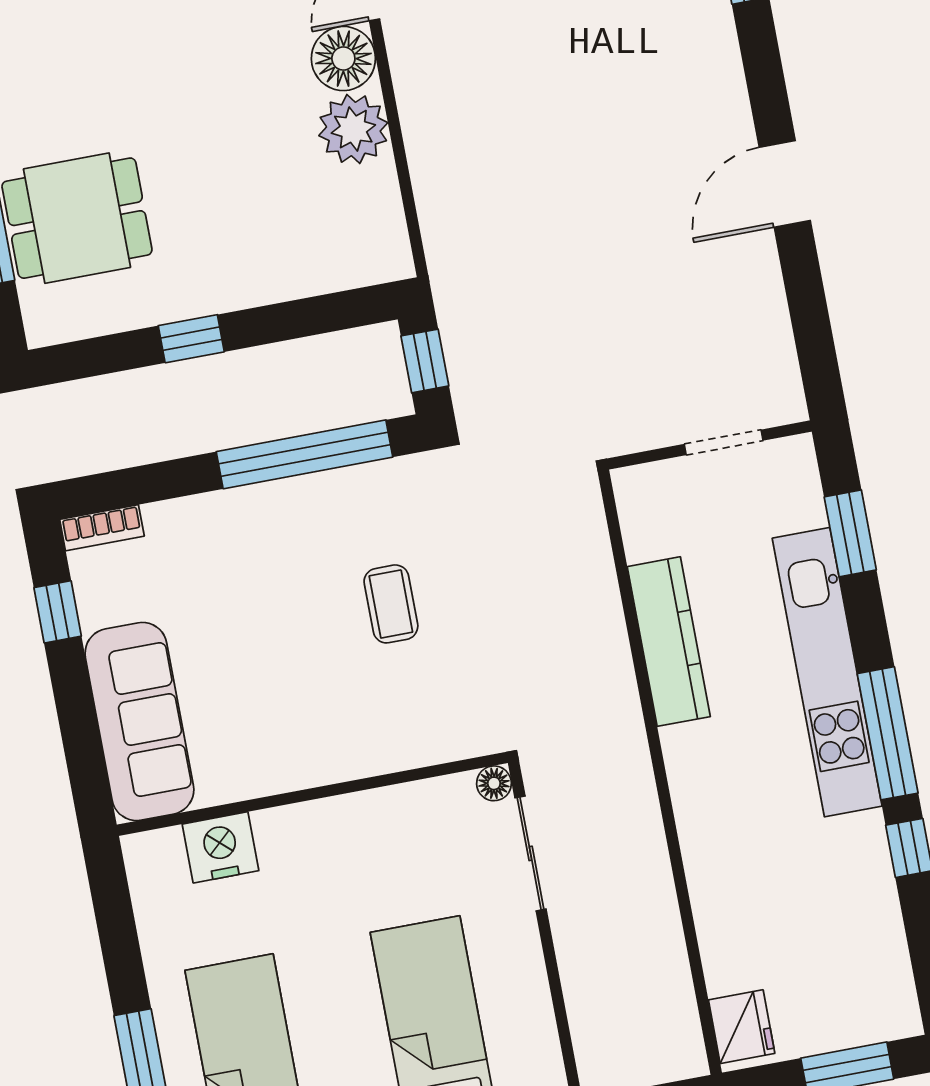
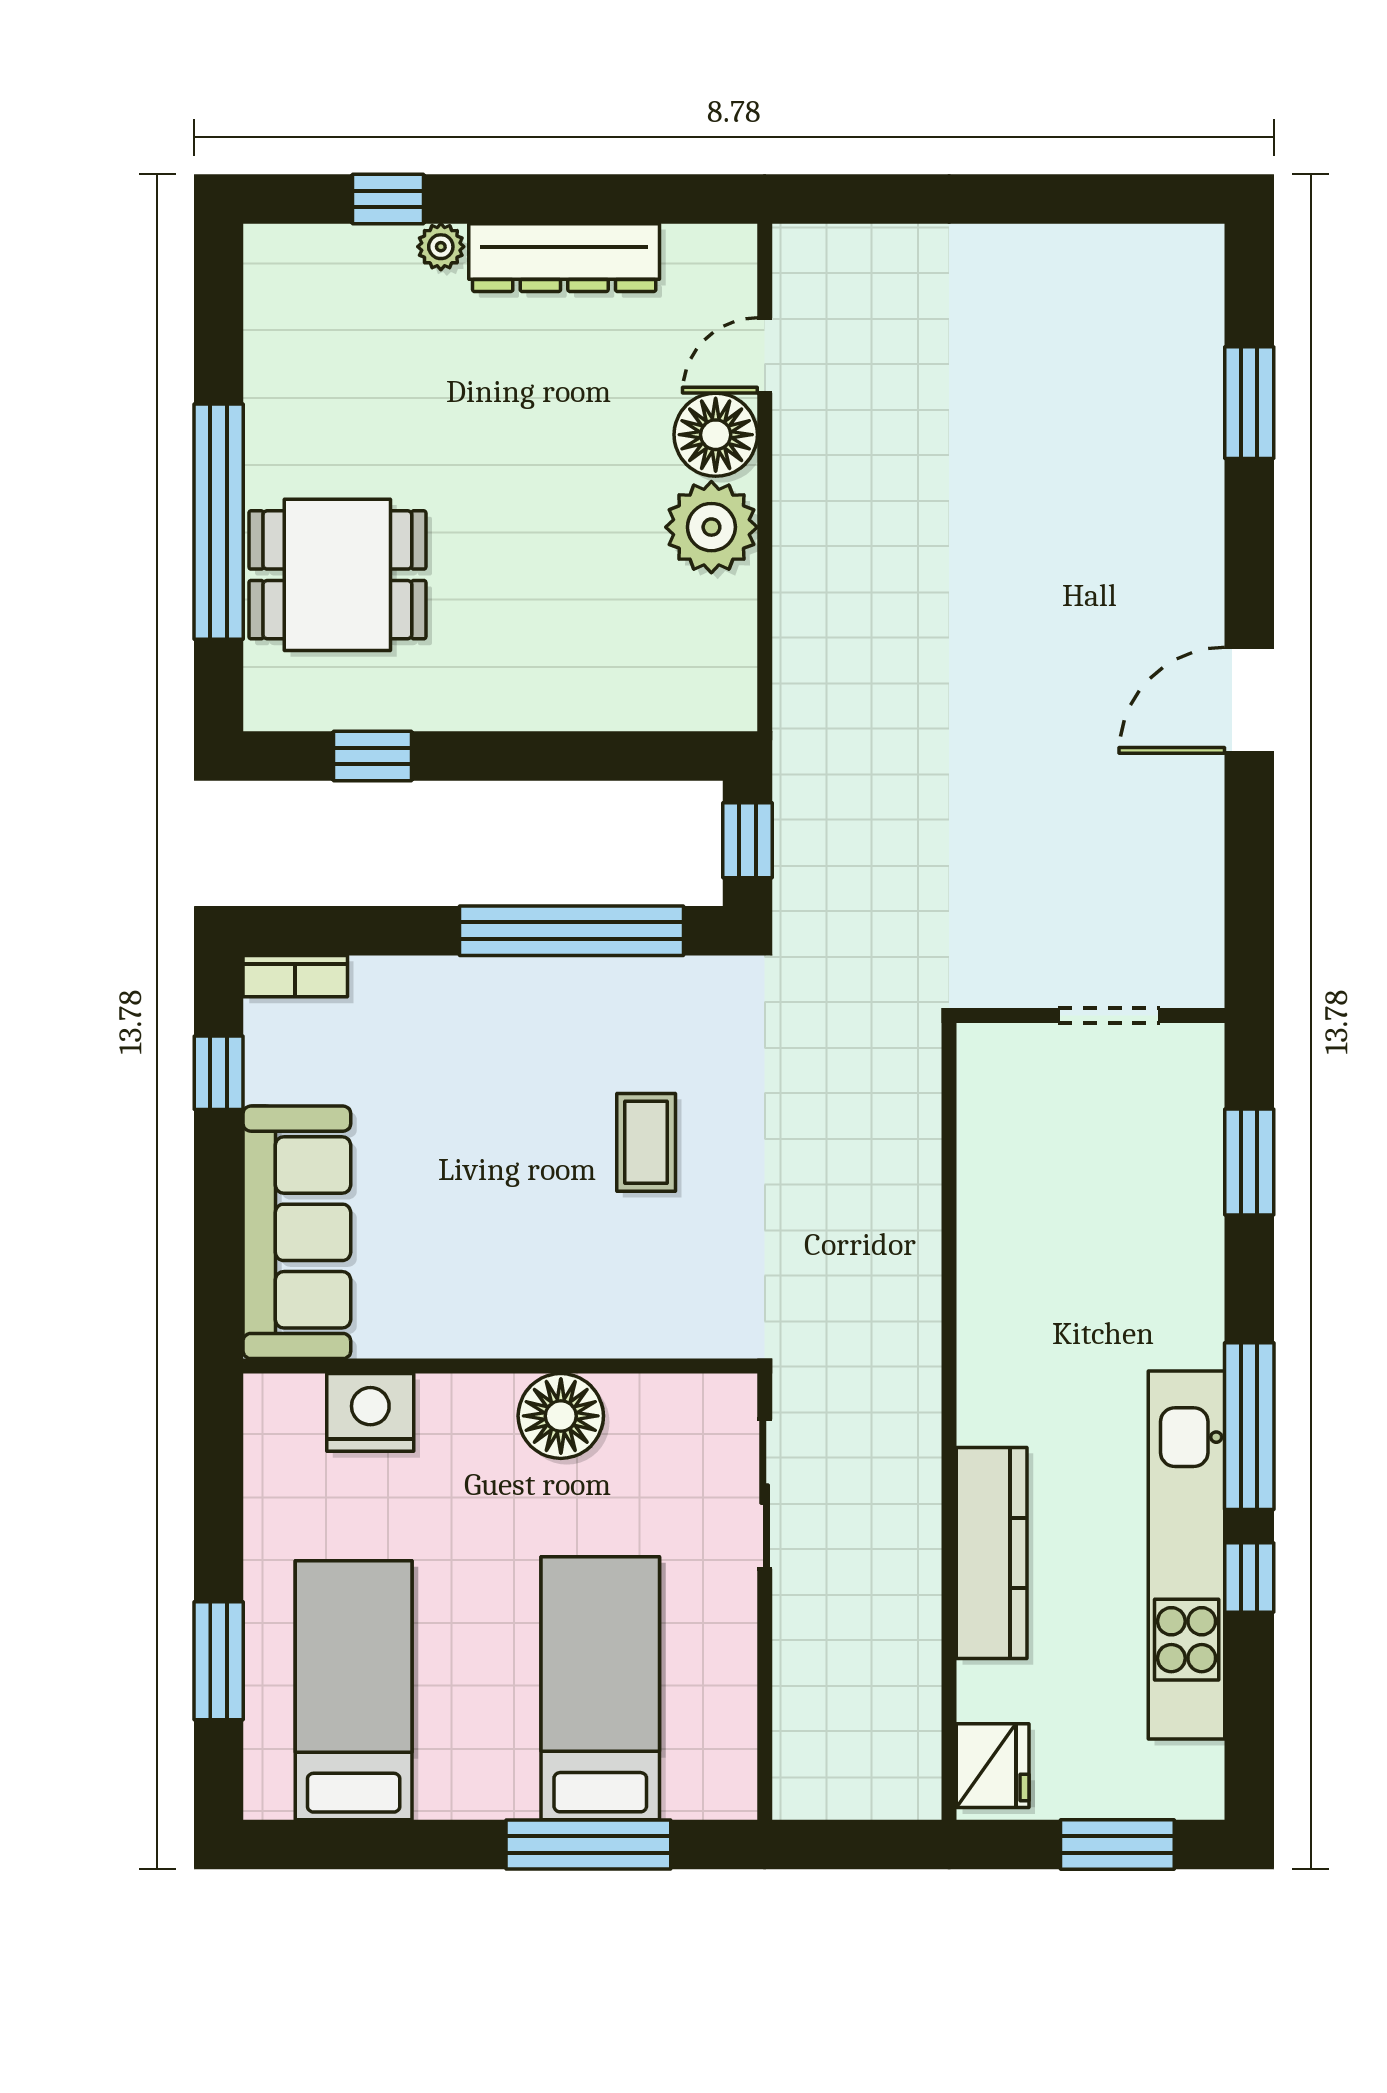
window: (191, 339) -> (373, 756), moved
kitchen counter: (669, 642) -> (992, 1553), moved
kitchen unit: (827, 672) -> (1187, 1555), moved
floor lamp: (494, 783) -> (561, 1416), moved, width x1.89, depth x1.89

